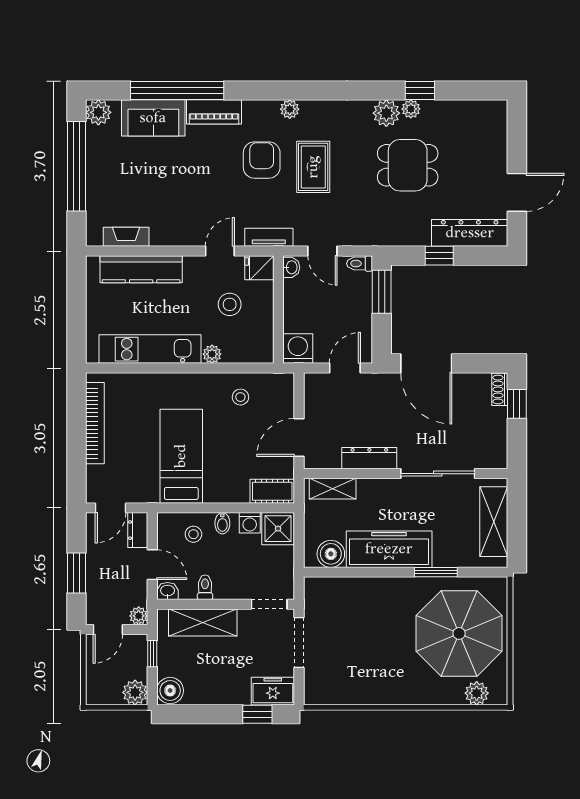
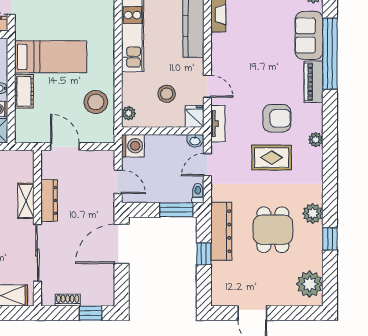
plant: (411, 109) -> (310, 284), moved, width x1.87, depth x1.87
dresser: (470, 233) -> (221, 231), moved
plant: (212, 354) -> (129, 113), moved
shoe rack: (500, 389) -> (68, 300), moved
stool: (240, 397) -> (96, 102), width x1.89, depth x1.89
shelving: (333, 489) -> (26, 201), moved
cot: (272, 491) -> (24, 91), moved

